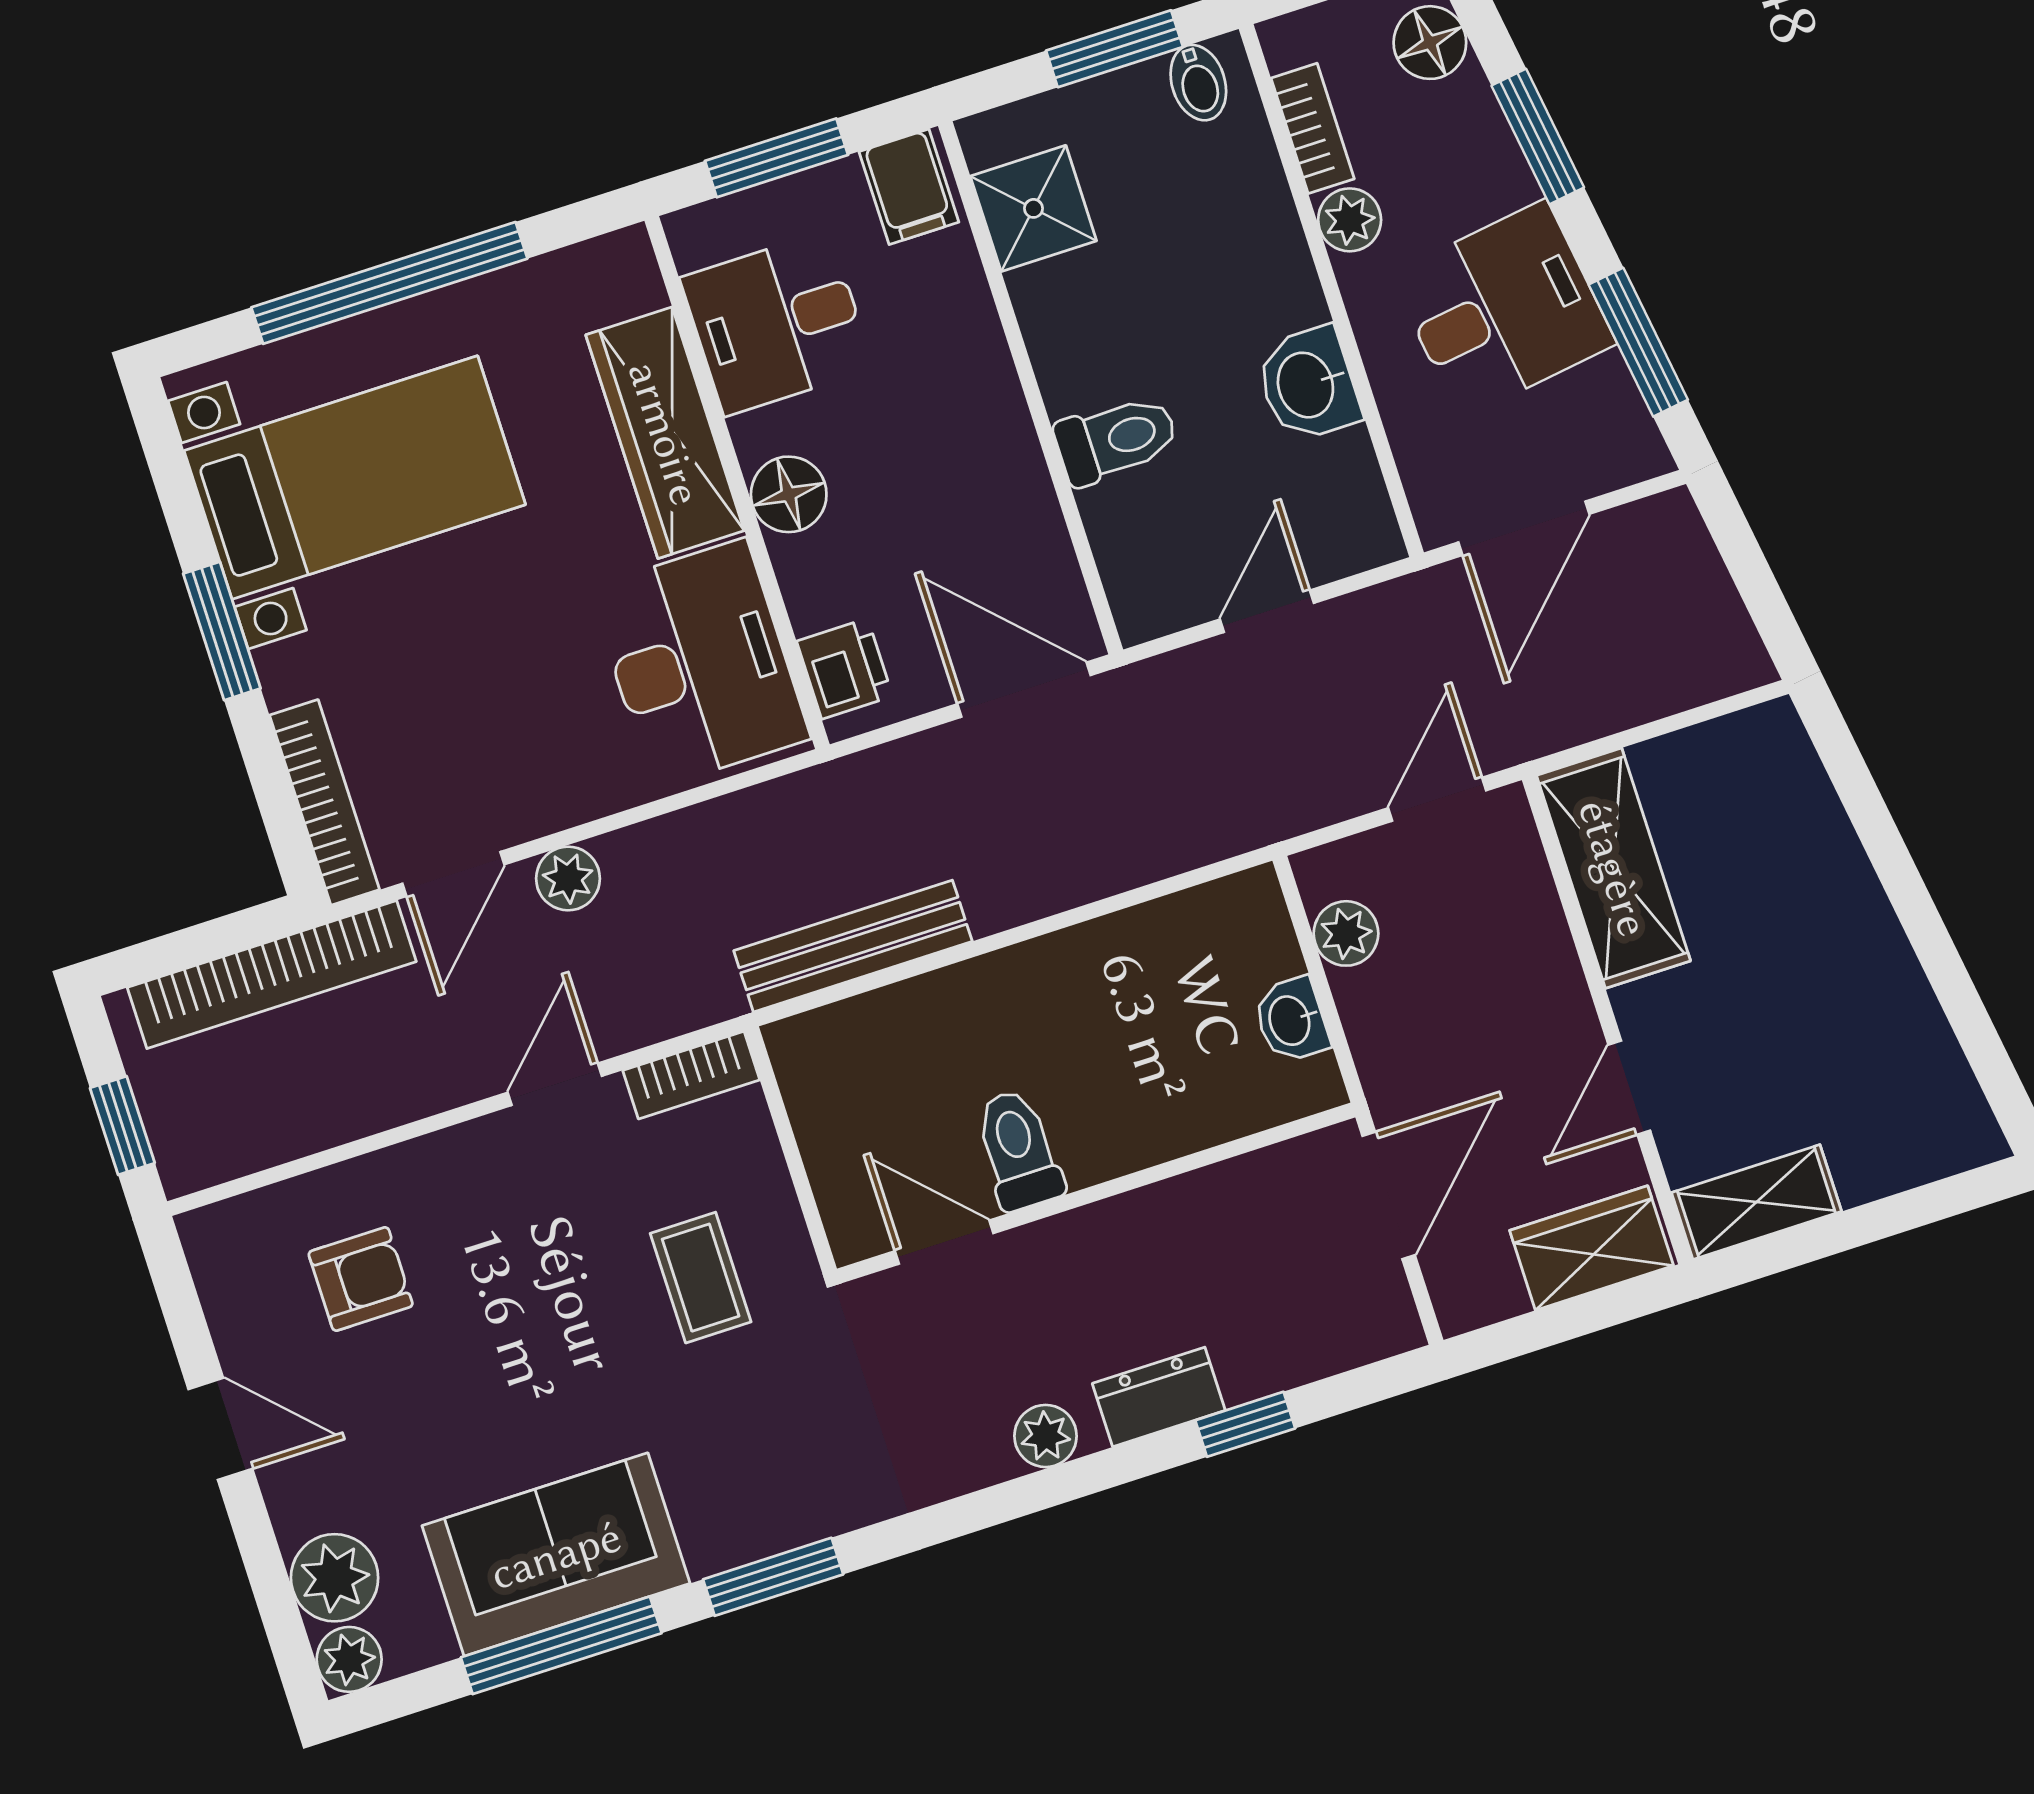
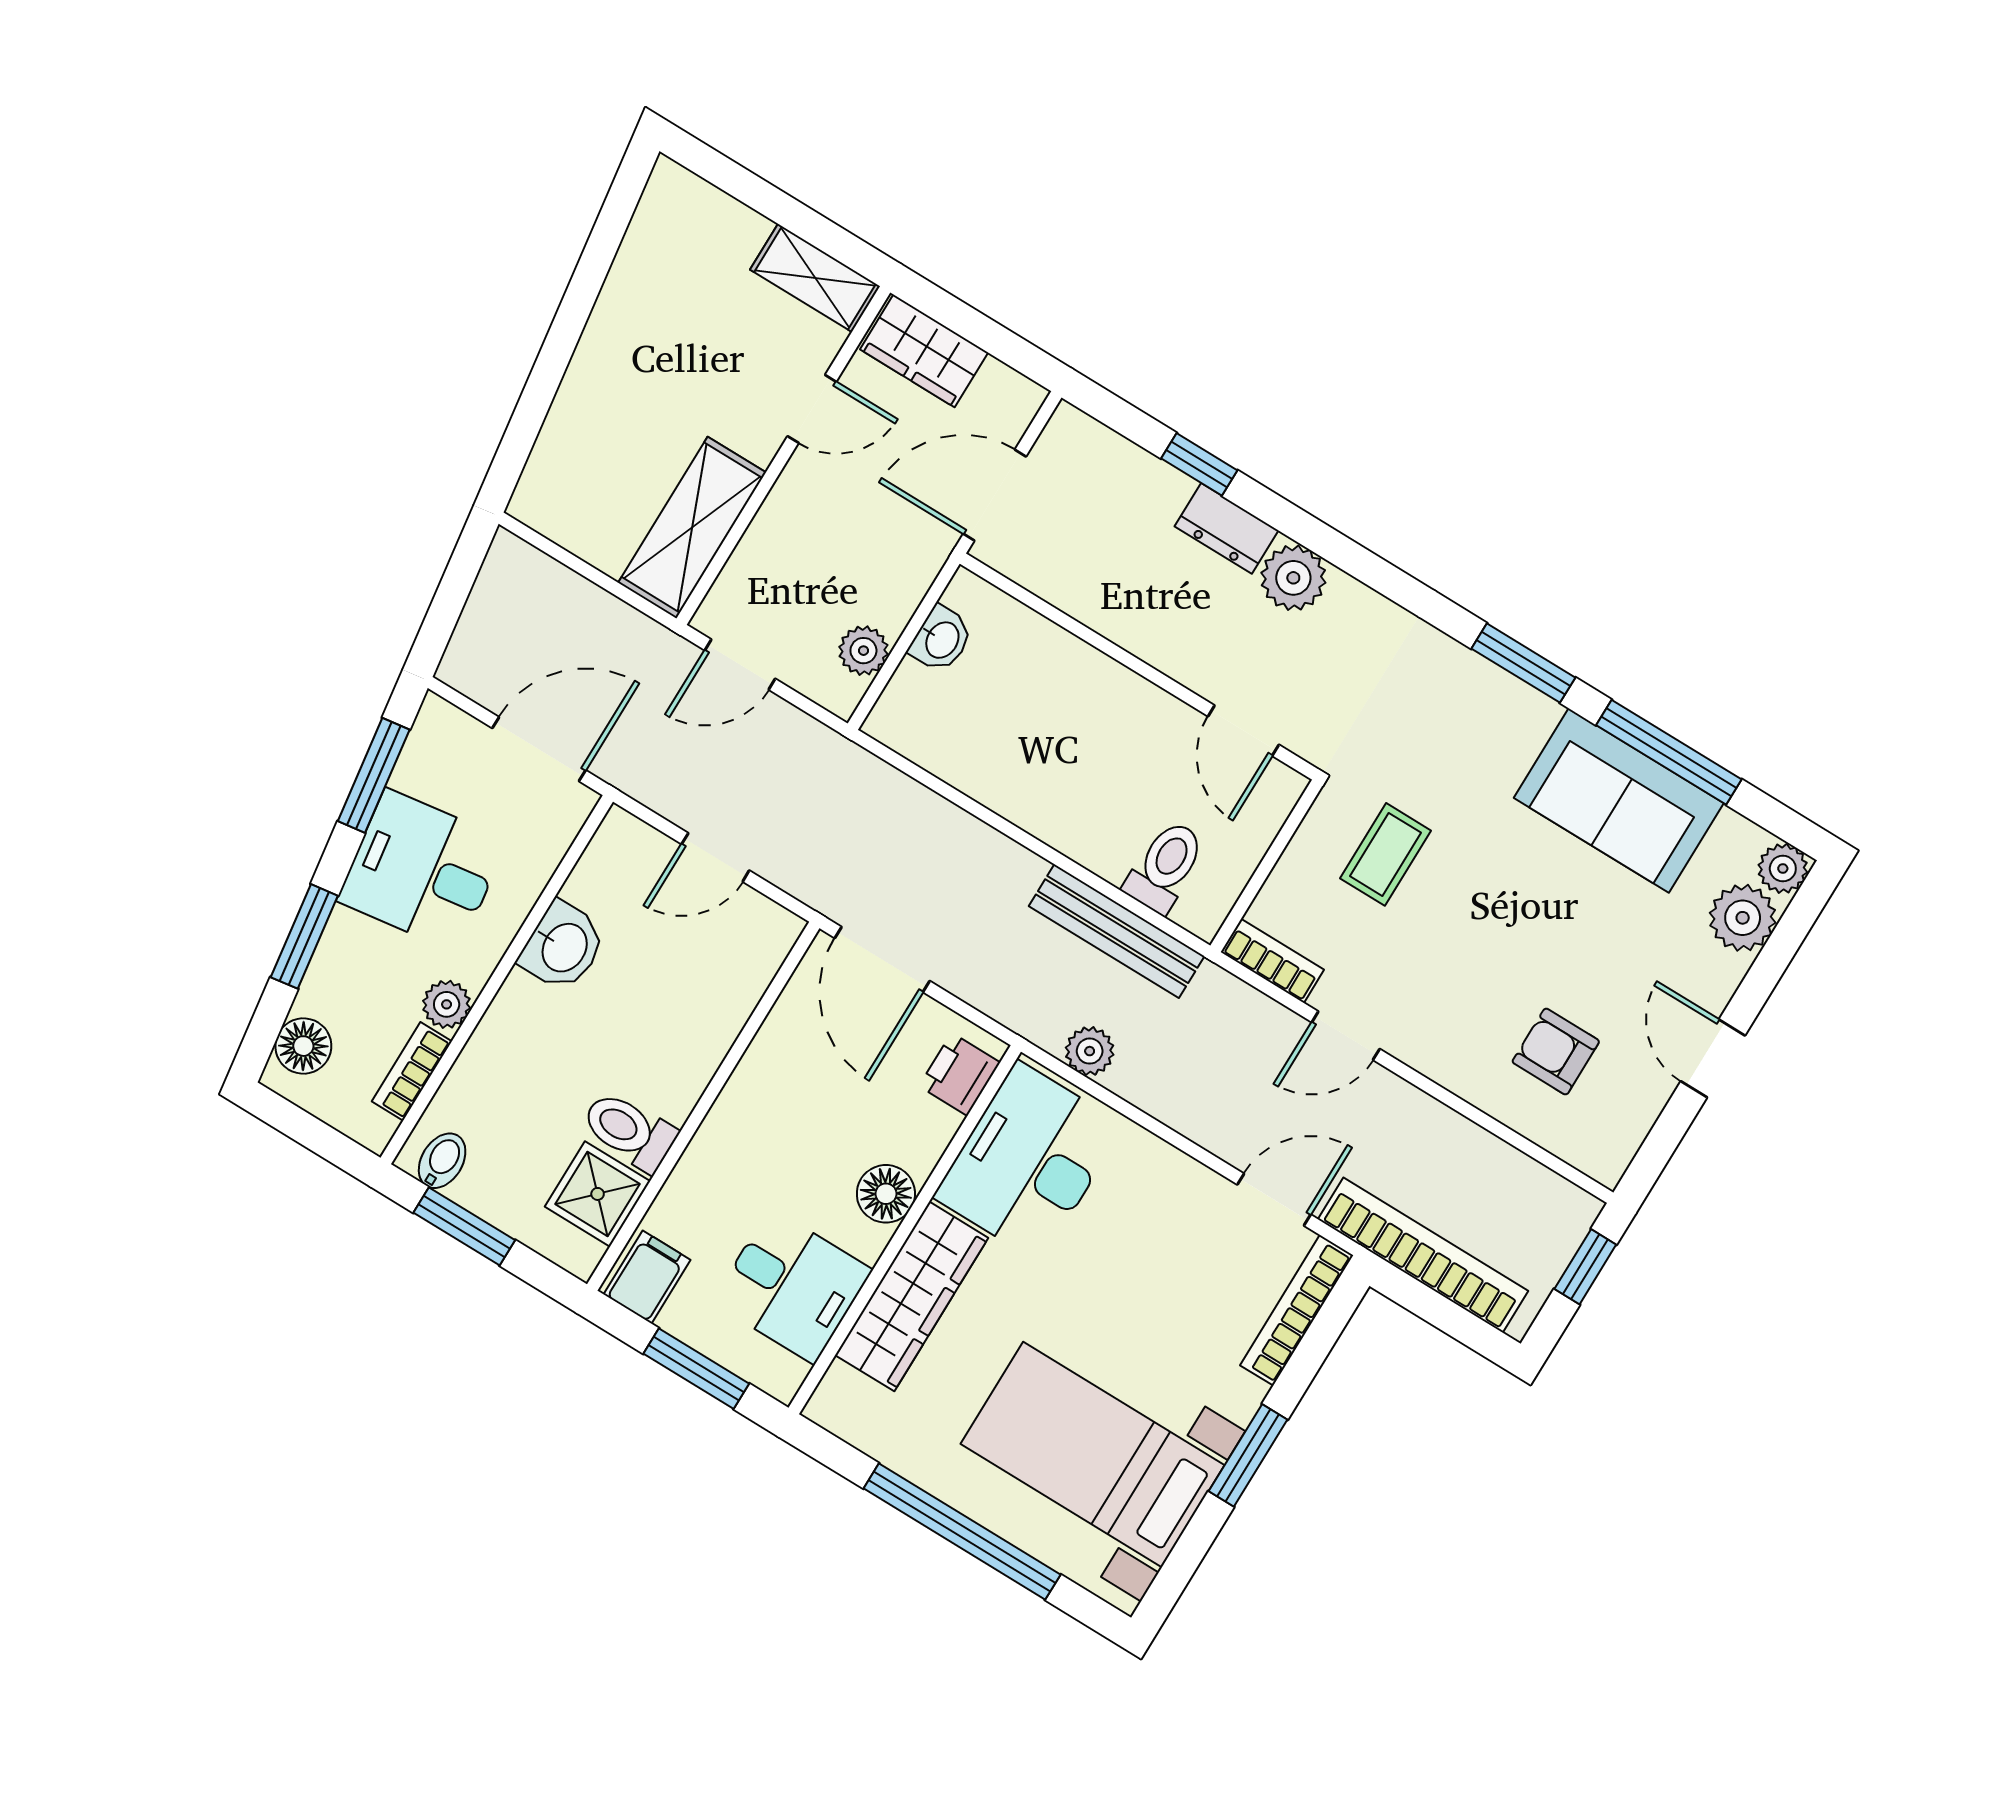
toilet: (1116, 439) -> (629, 1131), moved
plant: (568, 878) -> (1090, 1051), moved
toilet: (1018, 1150) -> (1165, 867), moved, turned 180
plant: (1046, 1436) -> (1293, 578), width x1.38, depth x1.38

